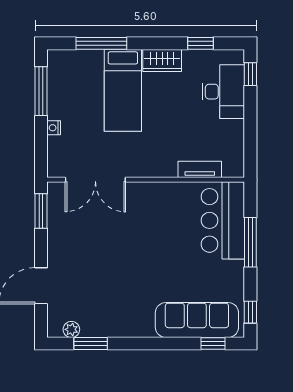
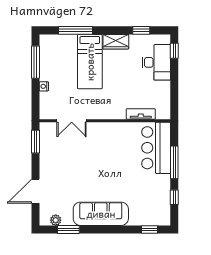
double door: (95, 180) -> (72, 121), width x0.73
window: (250, 312) -> (174, 197), moved
sofa: (197, 320) -> (101, 214), moved

